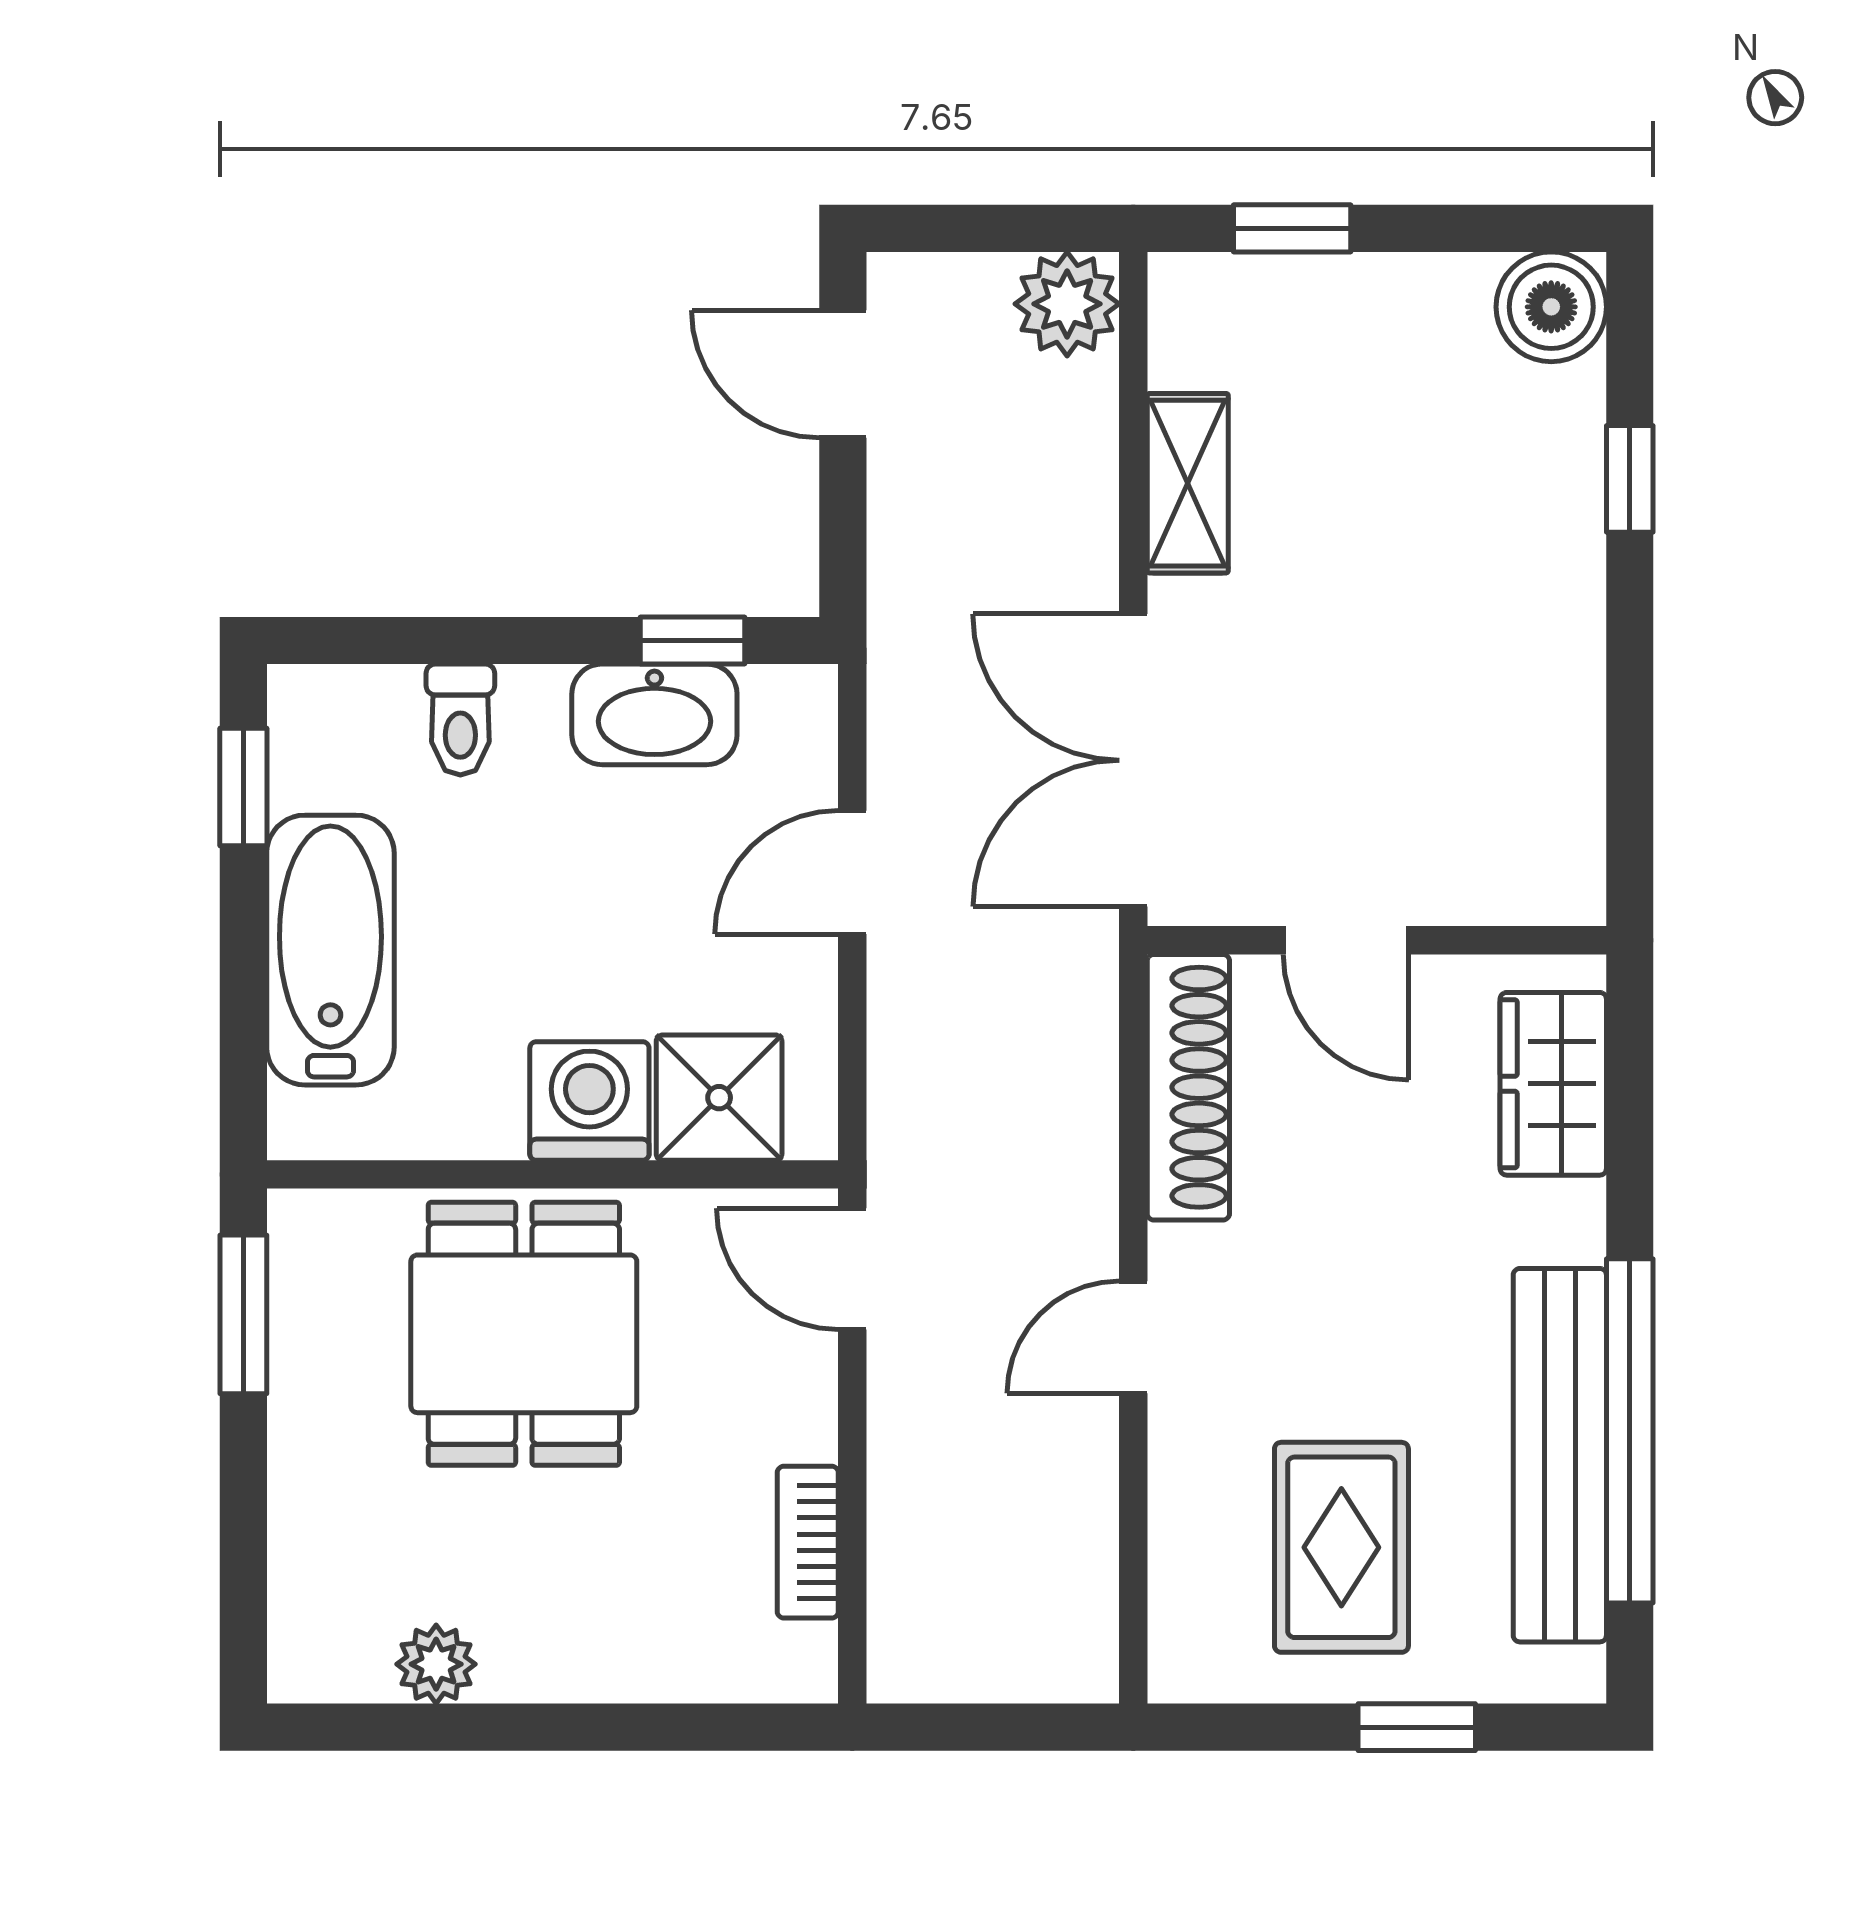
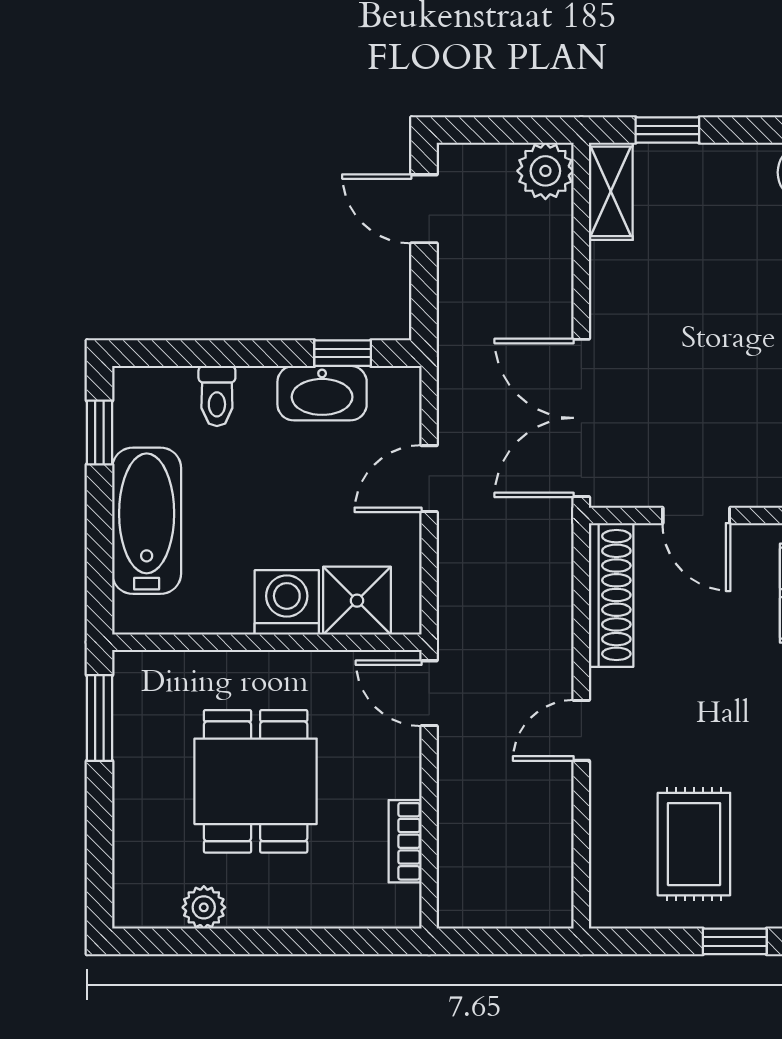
shelving: (1188, 483) -> (611, 191), moved
dining table: (524, 1334) -> (256, 781), moved

